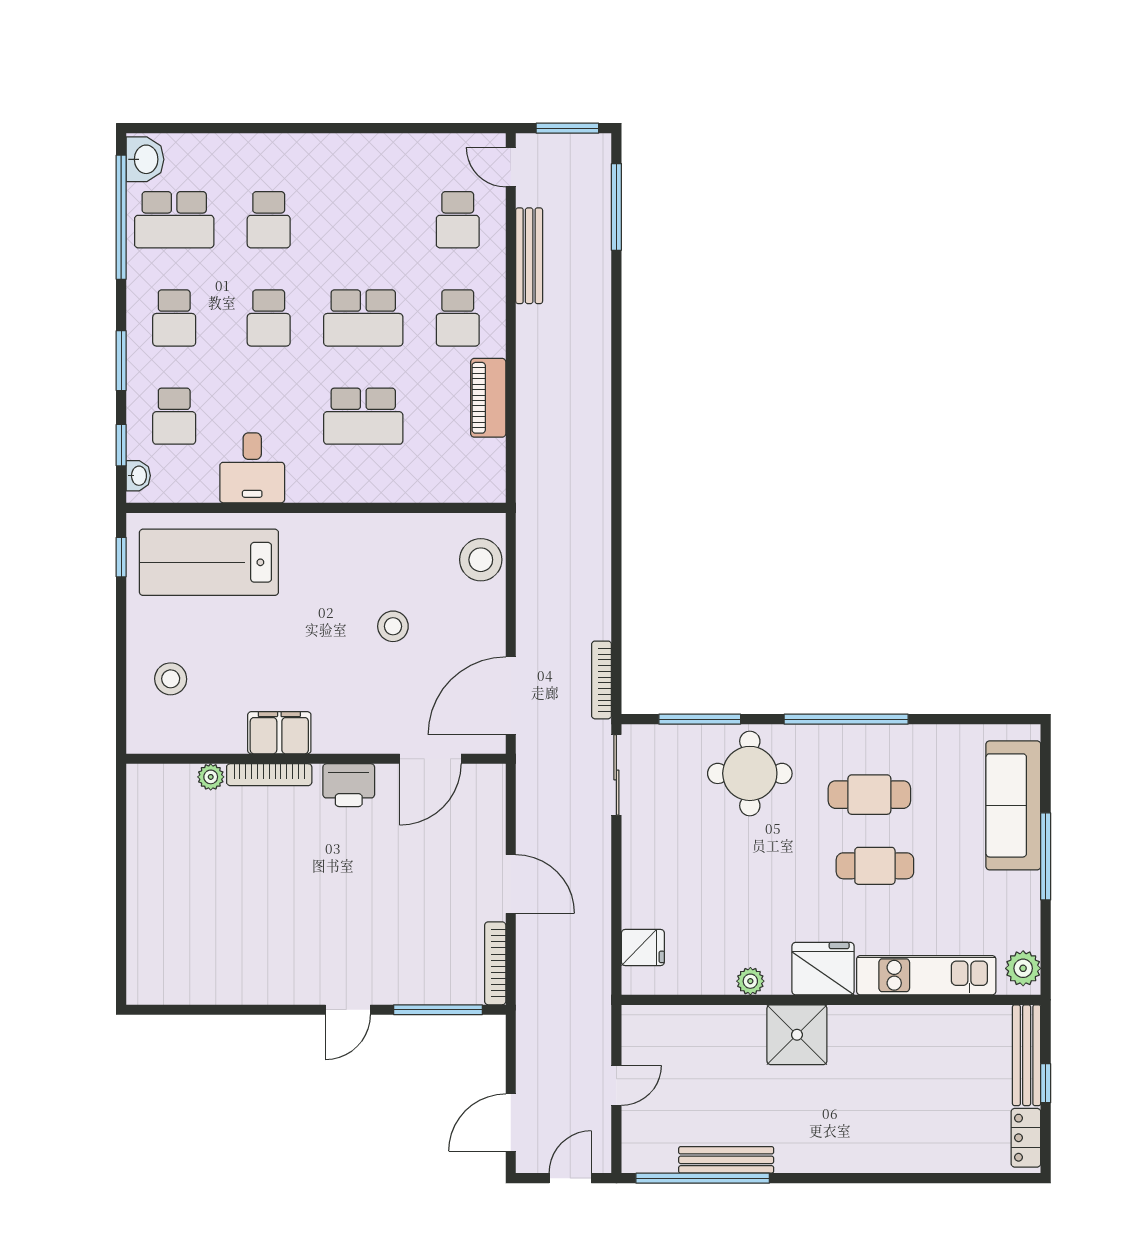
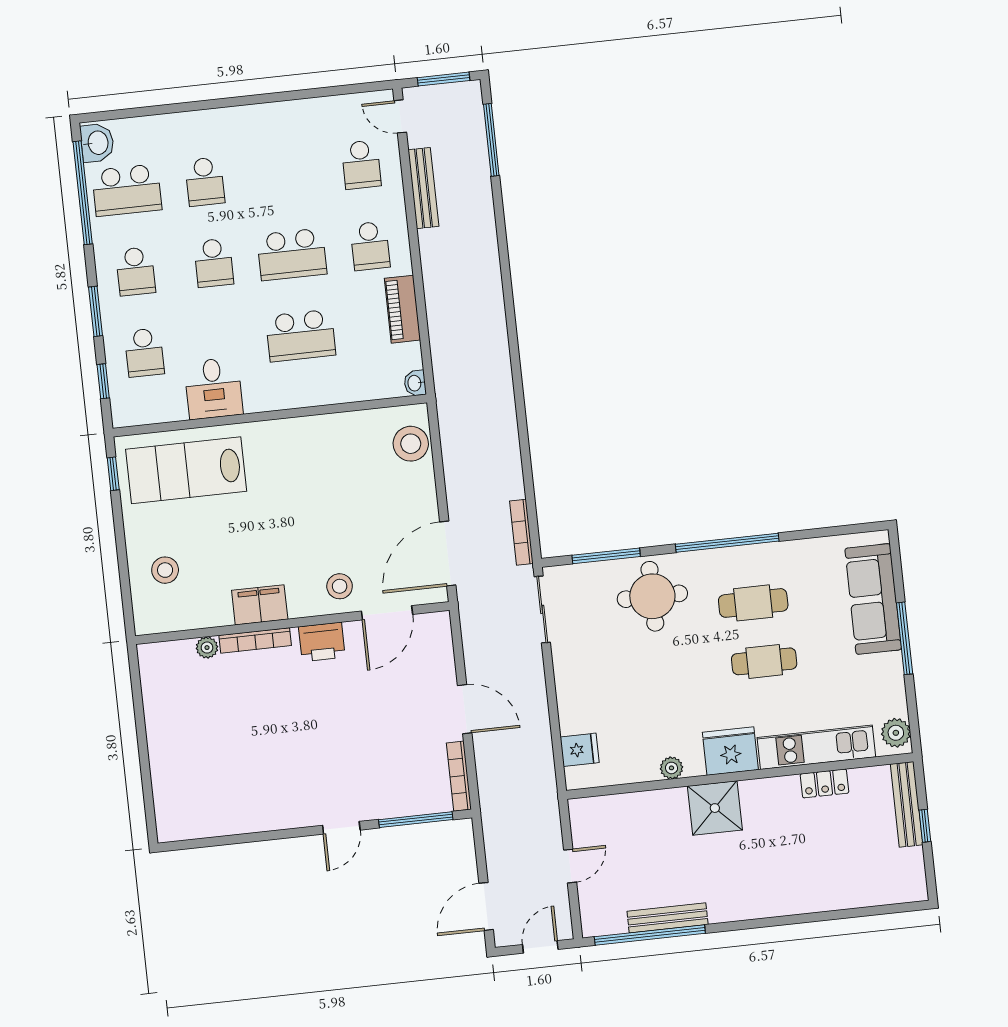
washbasin: (138, 476) -> (415, 383), moved, turned 180
stool: (393, 626) -> (340, 586), moved
locker: (1026, 1138) -> (825, 783), moved, turned -90

